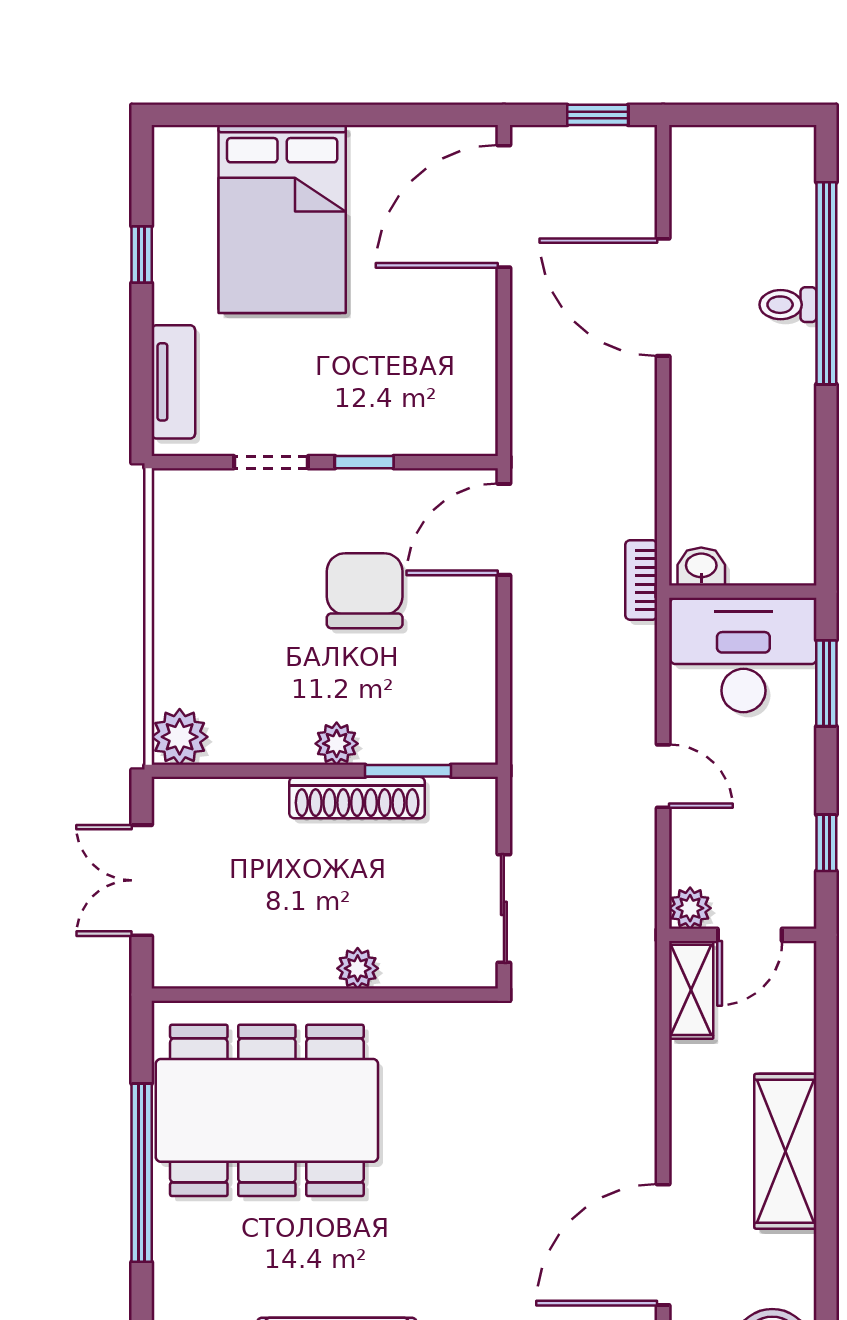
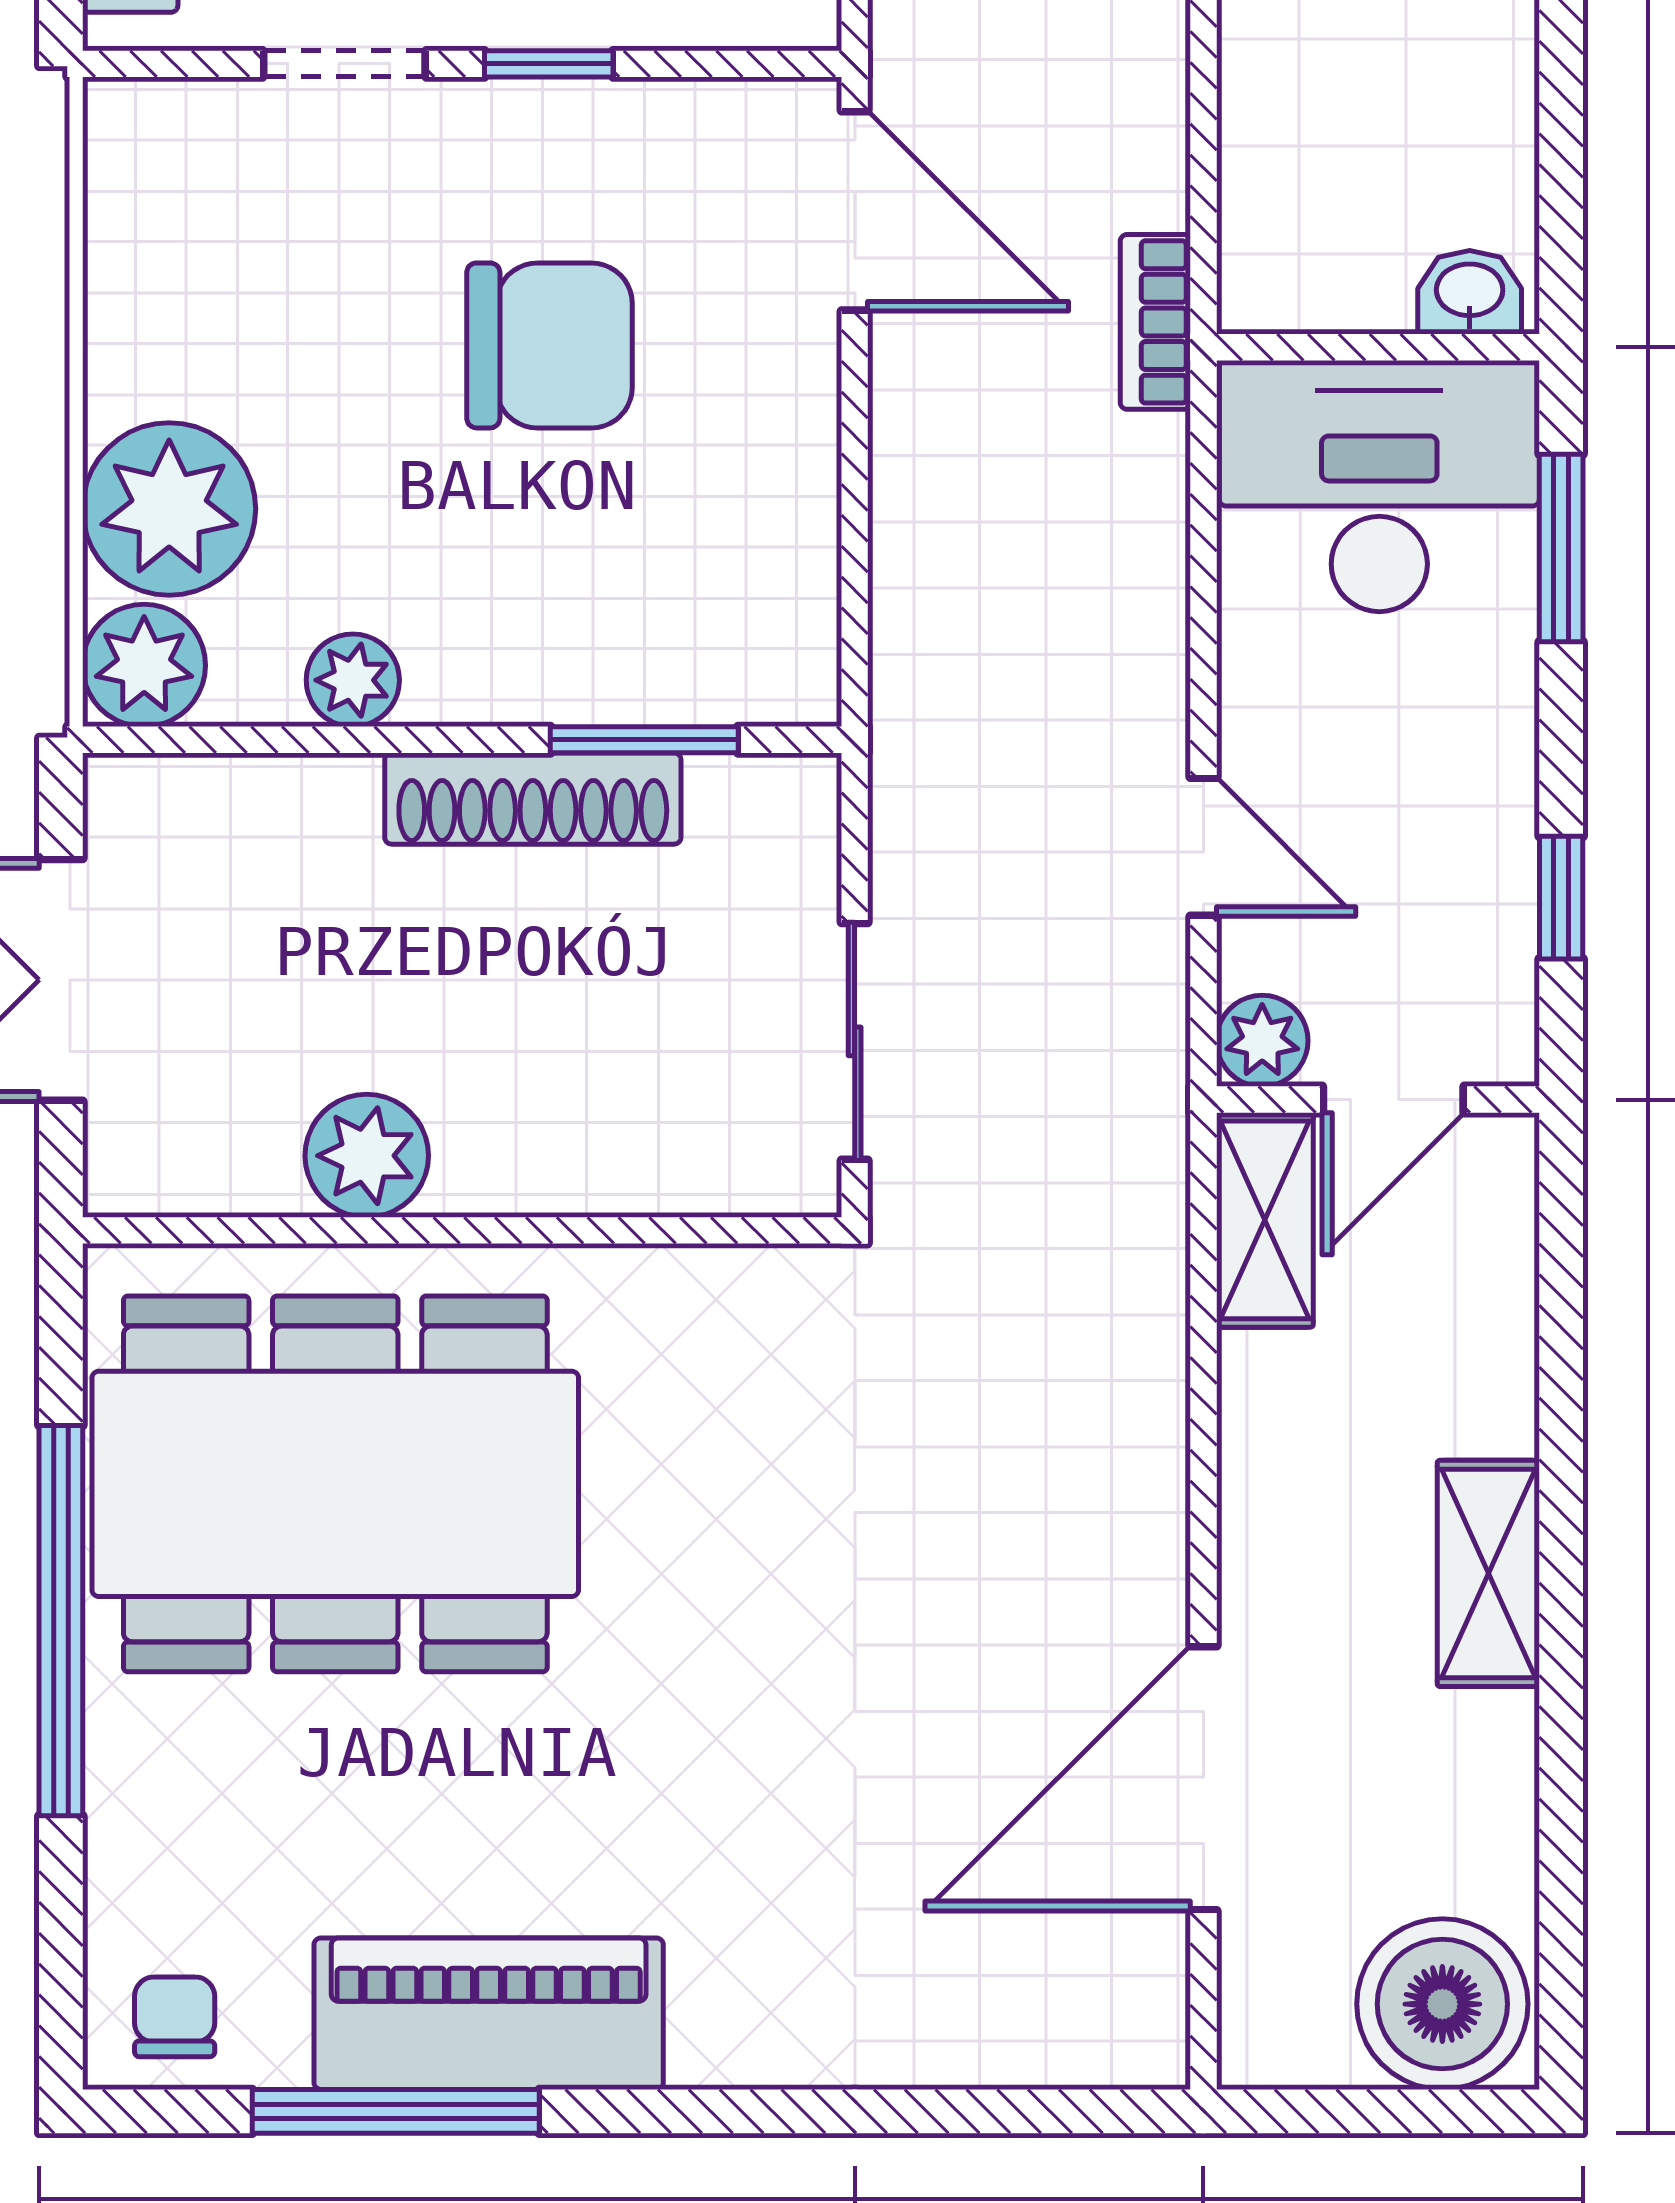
door: (504, 529) -> (855, 211), swing flipped
washbasin: (701, 566) -> (1470, 292), moved
chair: (365, 591) -> (549, 345), turned 90
plant: (191, 665) -> (169, 509), added
plant: (337, 744) -> (353, 680), moved
door: (663, 776) -> (1203, 847), moved
plant: (358, 968) -> (367, 1156), moved, width x1.38, depth x1.38
shelving: (785, 1151) -> (1488, 1573), width x0.67, depth x0.75

